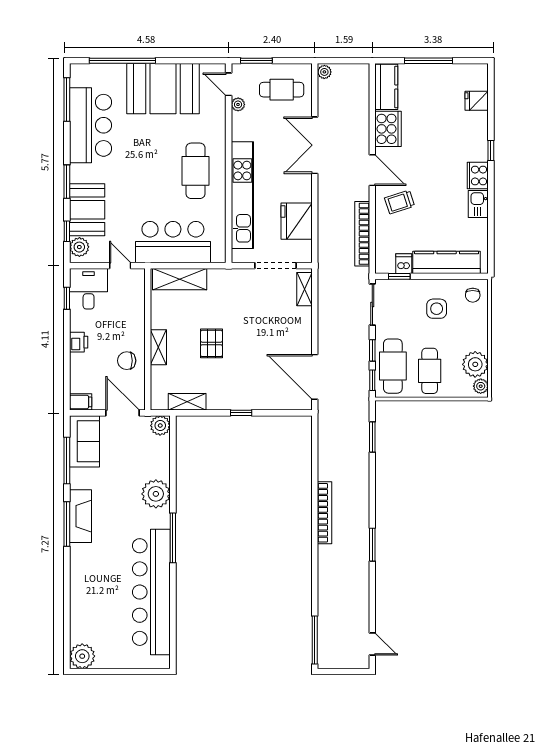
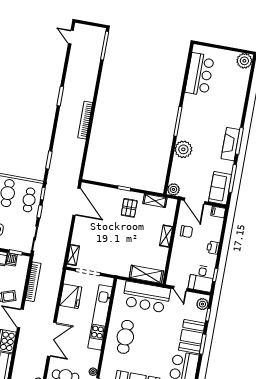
booth: (87, 210) -> (192, 337), moved
pallet: (211, 343) -> (129, 208), moved
cafe table: (393, 366) -> (29, 200), width x0.73, depth x0.74
bar counter: (151, 592) -> (200, 74), width x0.54

